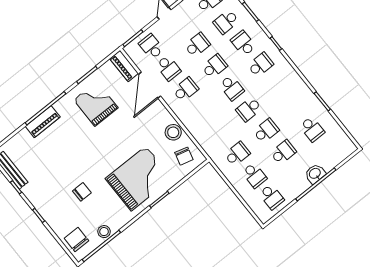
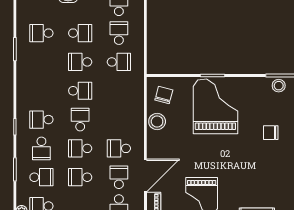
school desk: (312, 129) -> (41, 33), turned -90
school desk: (283, 152) -> (80, 33), turned 180
school desk: (237, 154) -> (119, 62), turned 180
grand piano: (139, 178) -> (215, 106), turned 90

